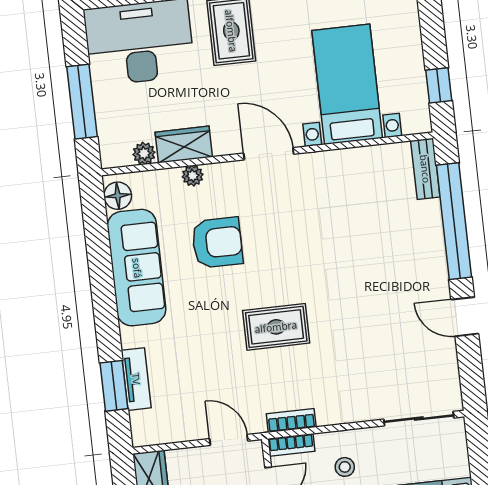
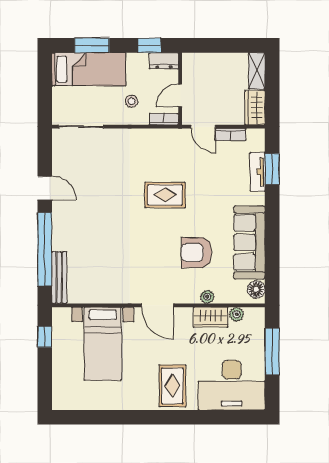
bench: (425, 169) -> (59, 278), width x1.36
bookcase: (291, 420) -> (231, 135), moved

